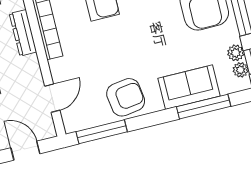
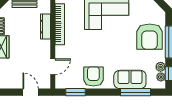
armchair: (126, 97) -> (93, 76), turned -82
window: (102, 132) -> (75, 92), width x0.69

